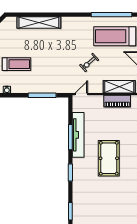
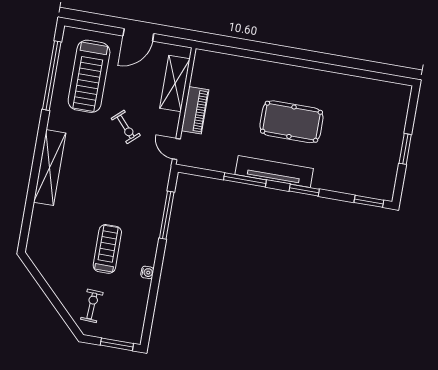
shelving: (39, 23) -> (50, 168), moved
piano: (117, 101) -> (195, 110), moved
tv unit: (78, 135) -> (274, 172), moved

